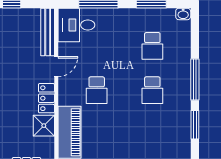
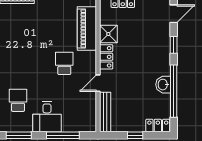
desk: (76, 25) -> (47, 117), moved, turned 90
school desk: (152, 90) -> (18, 63), removed

